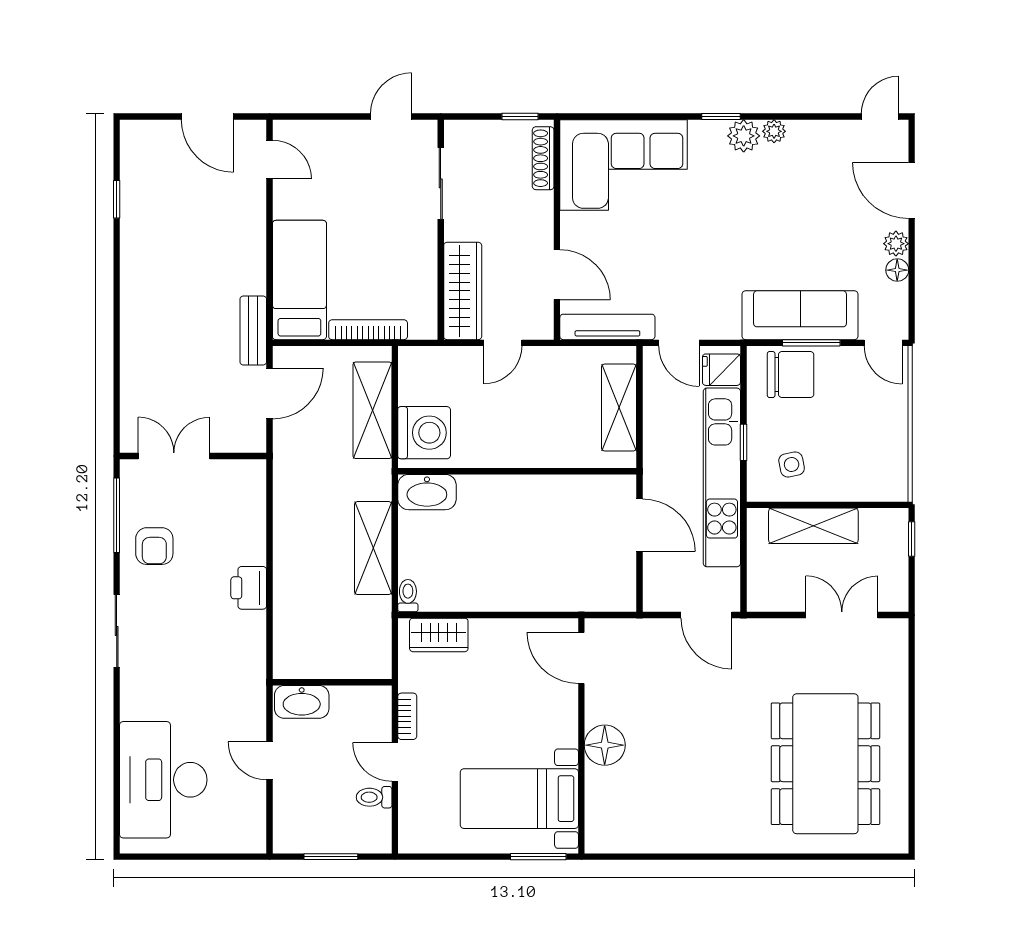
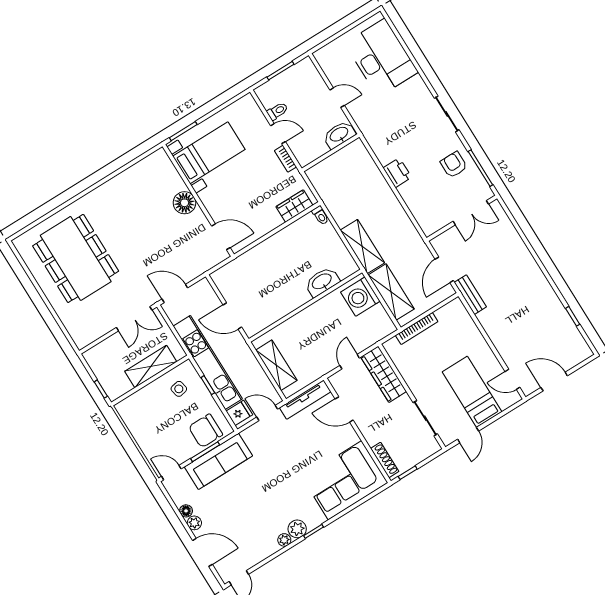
bed: (299, 280) -> (472, 392), moved, turned 180
washbasin: (427, 492) -> (322, 282), moved
shelving: (373, 548) -> (362, 246), moved
double door: (842, 615) -> (134, 319), moved

